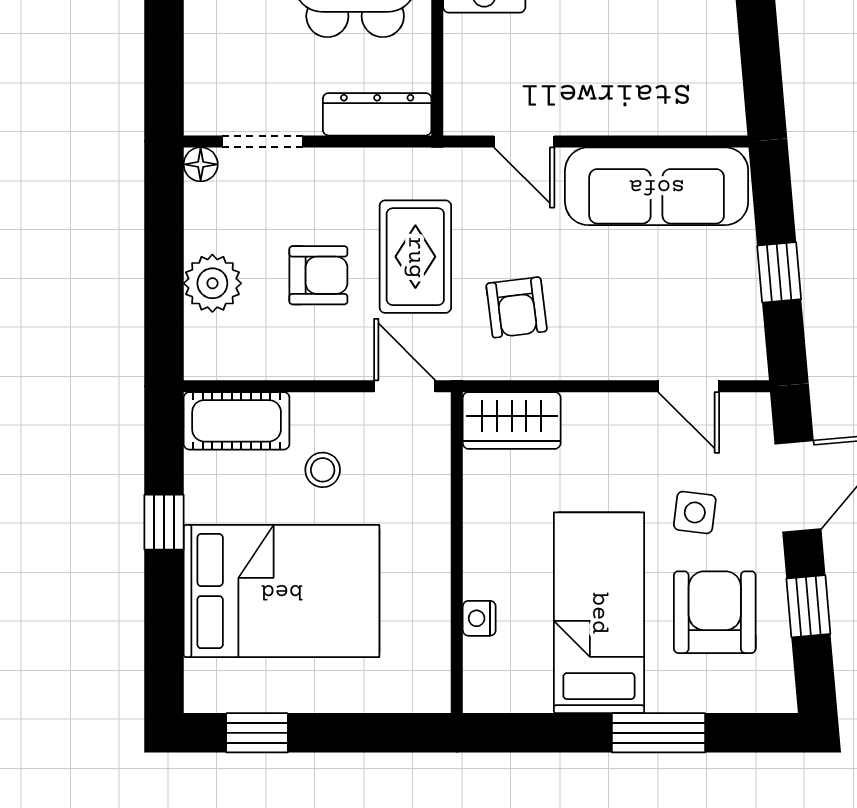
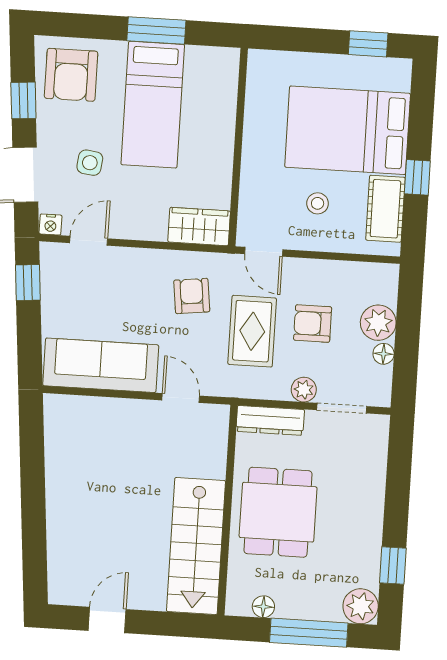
floor lamp: (201, 164) -> (384, 354), moved
plant: (326, 167) -> (304, 390), added
window: (779, 272) -> (28, 283), moved
door: (689, 386) -> (89, 241), hinge flipped
cot: (237, 421) -> (385, 209), moved, turned 90
armchair: (715, 612) -> (71, 75), moved
nightstand: (479, 618) -> (50, 225), moved, turned 90
window: (659, 733) -> (156, 31), moved

